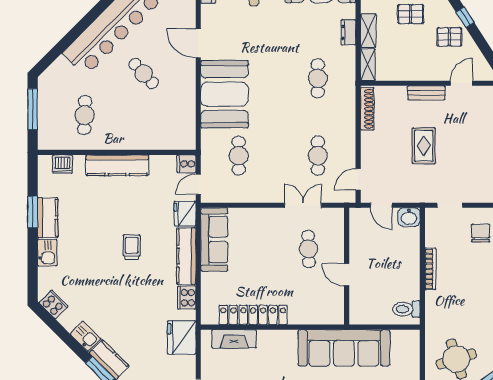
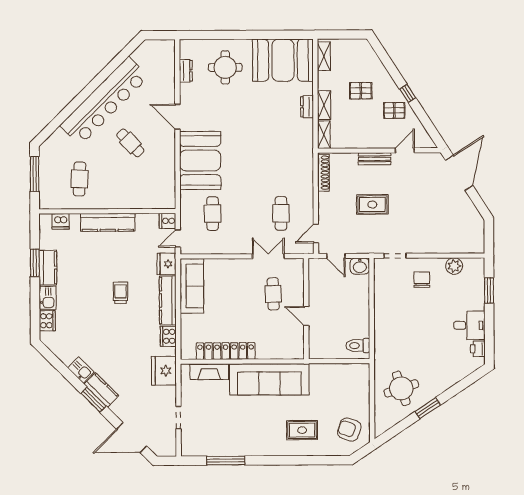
cafe table: (318, 78) -> (281, 147), removed
rug: (424, 146) -> (372, 204), turned 90
bookcase: (430, 269) -> (378, 311), removed
cooker: (53, 304) -> (47, 321), moved, turned 45
sofa: (344, 348) -> (269, 379), moved

